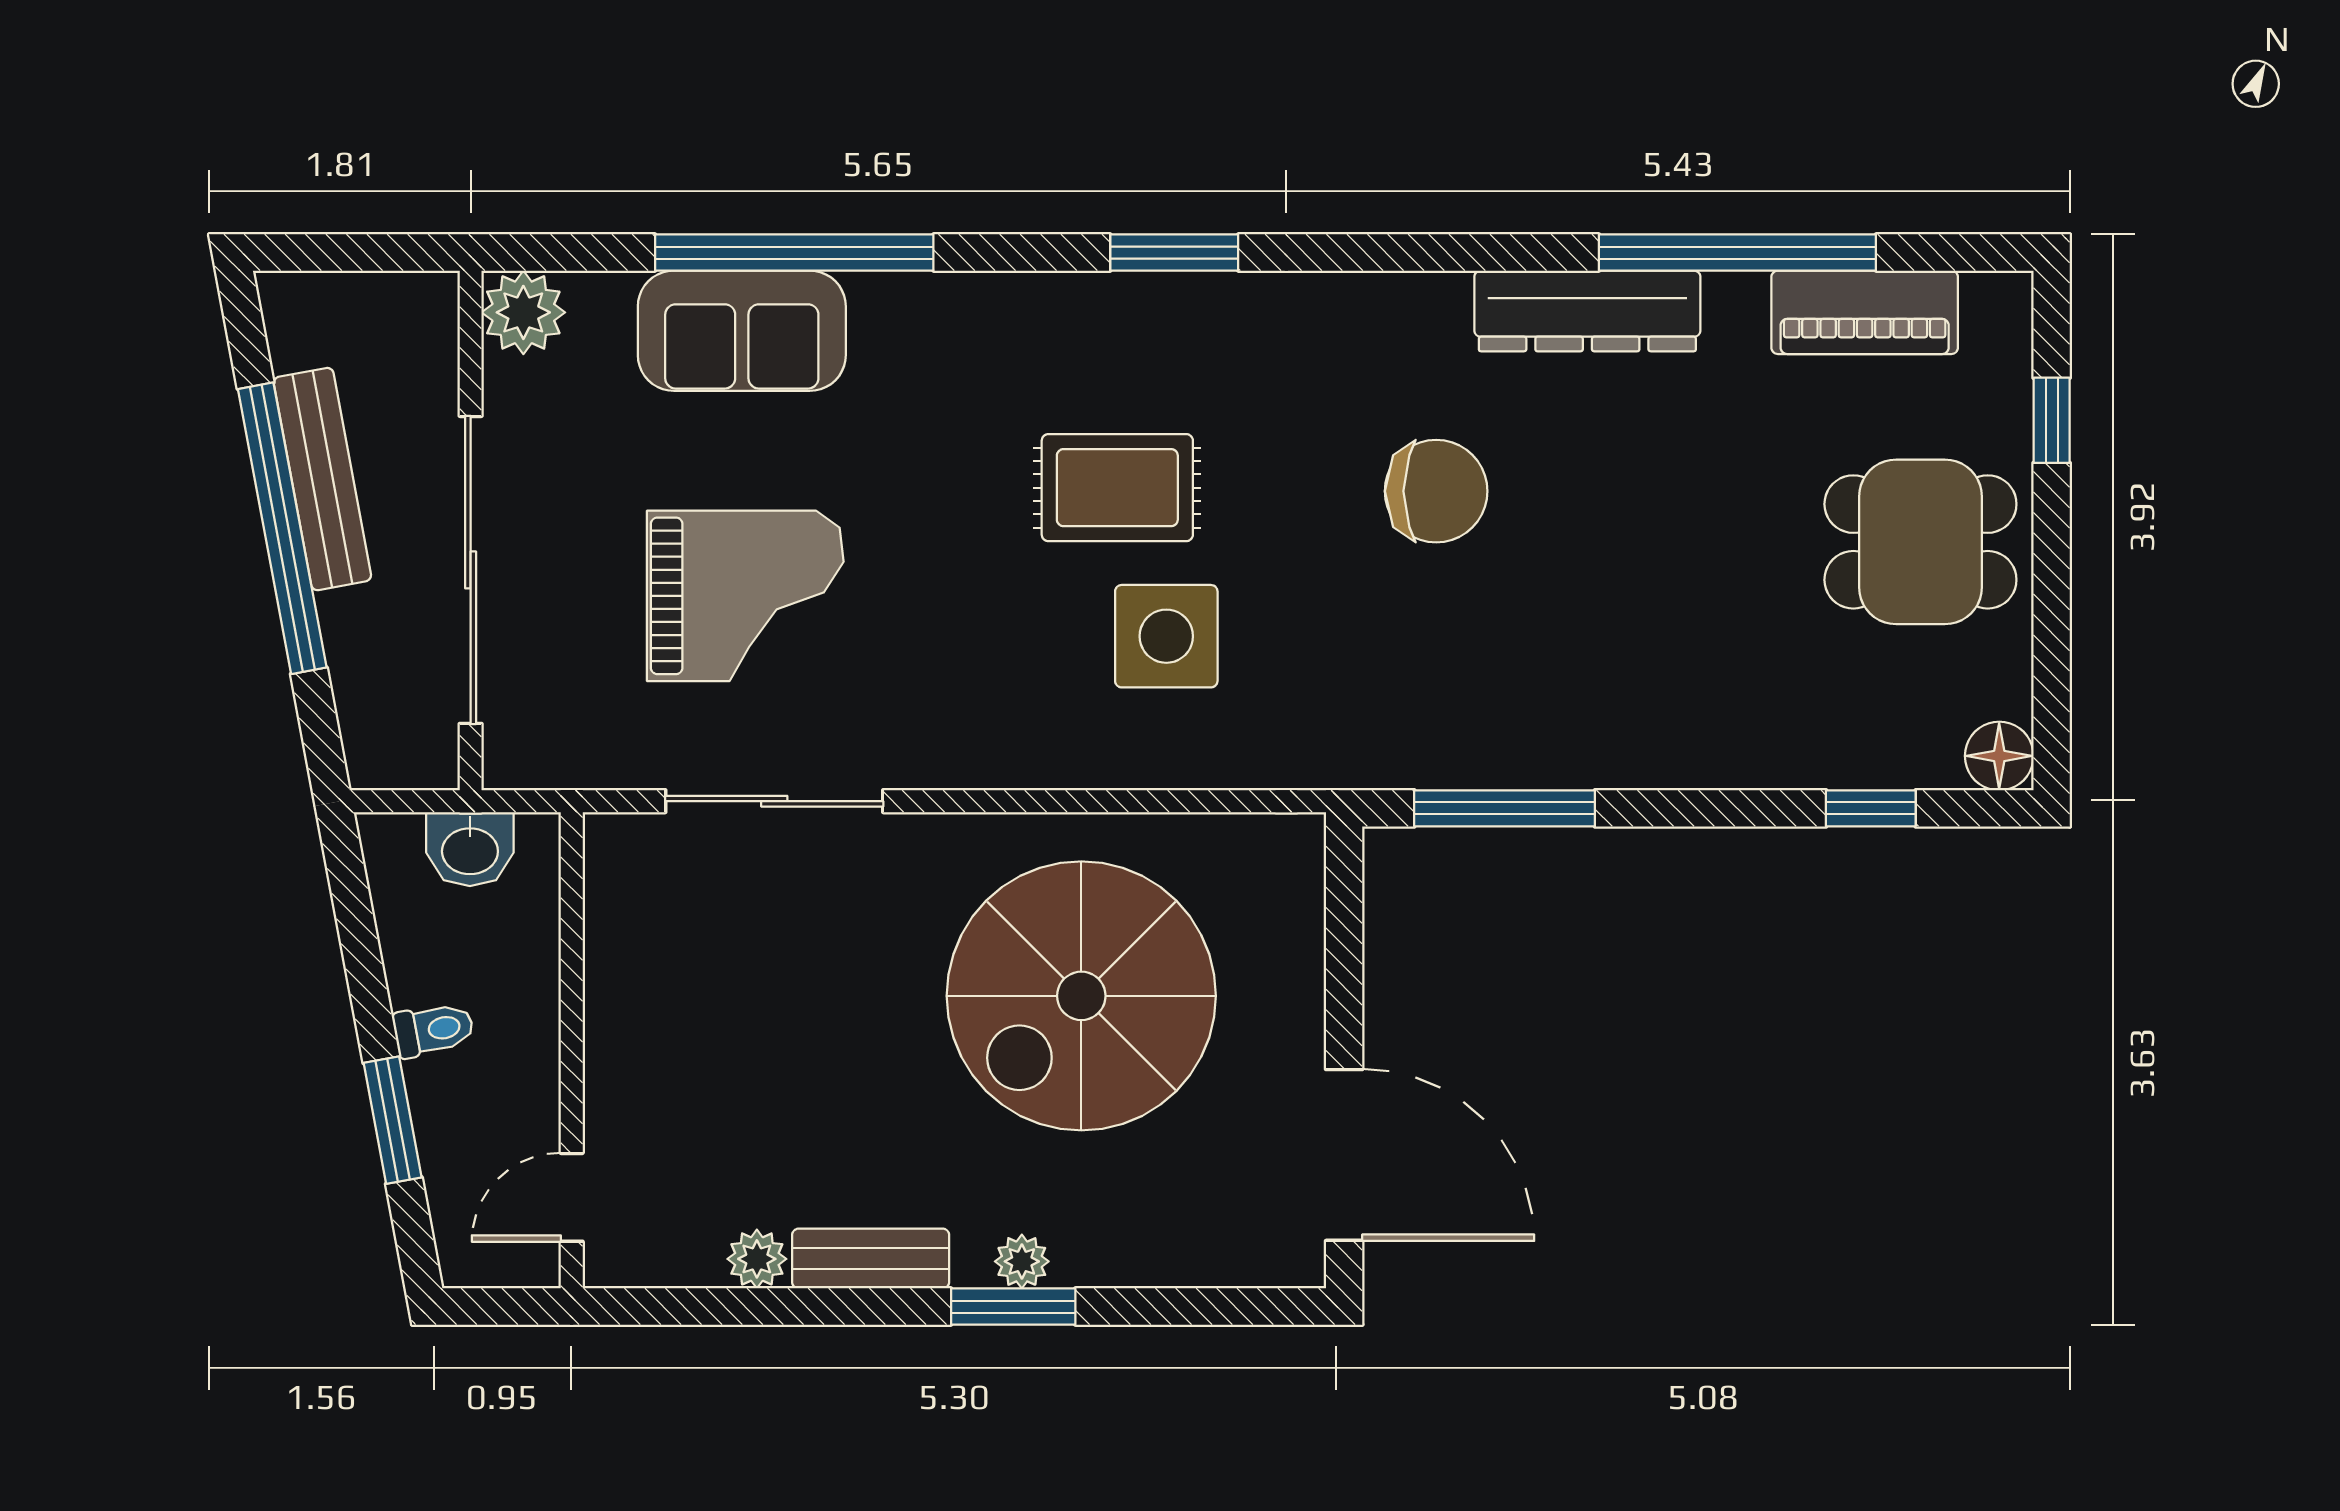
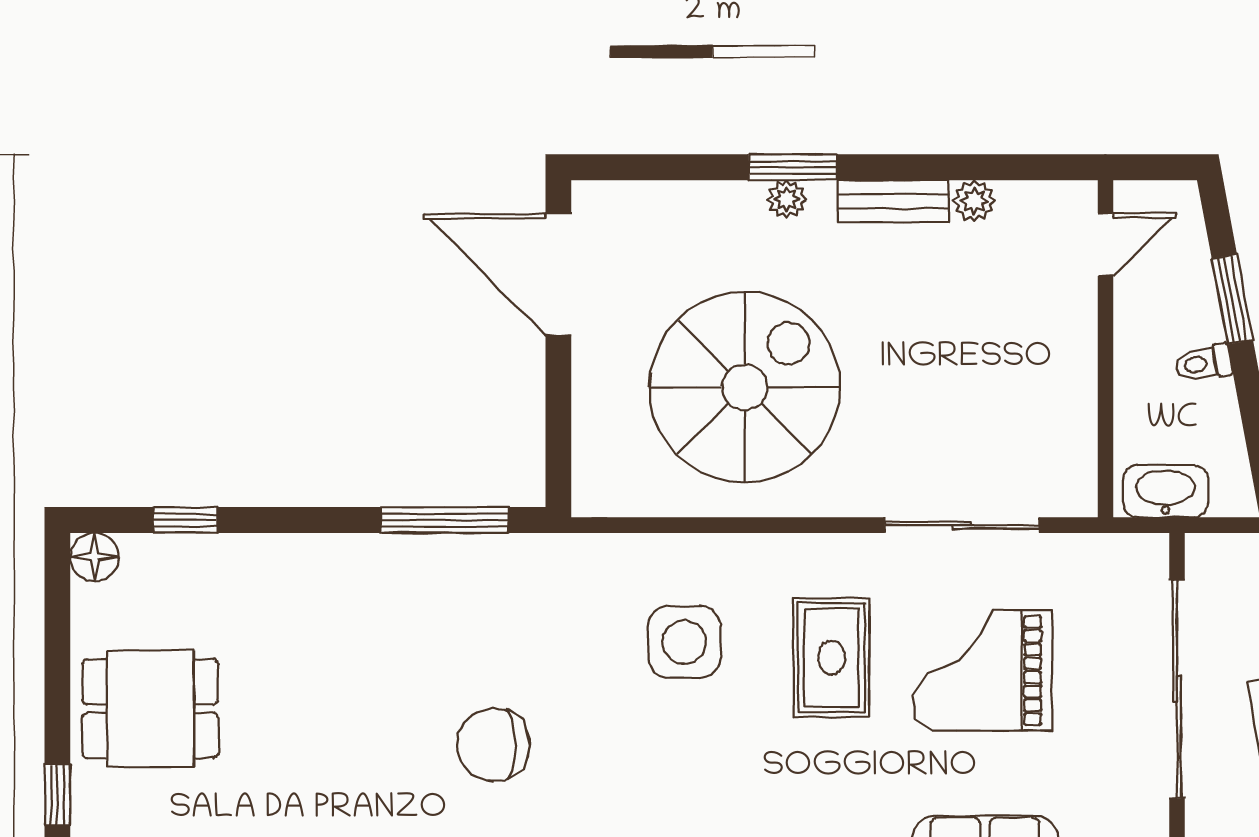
rug: (1117, 488) -> (831, 658), moved, turned 90
washbasin: (470, 849) -> (1166, 491), width x1.38

